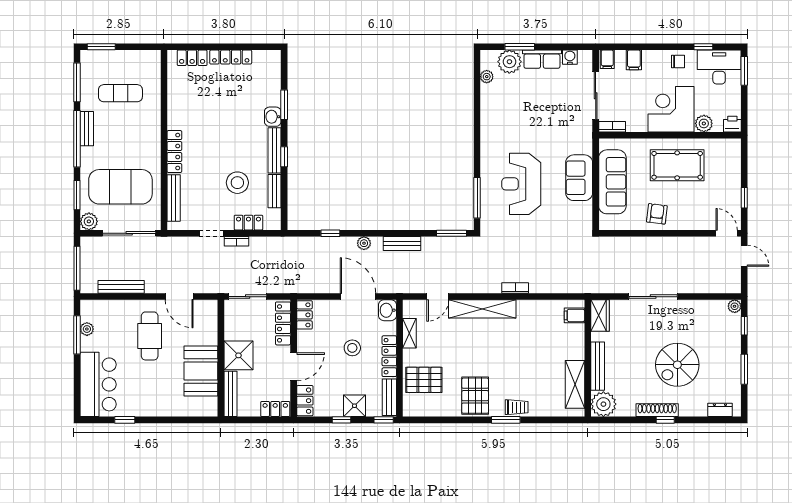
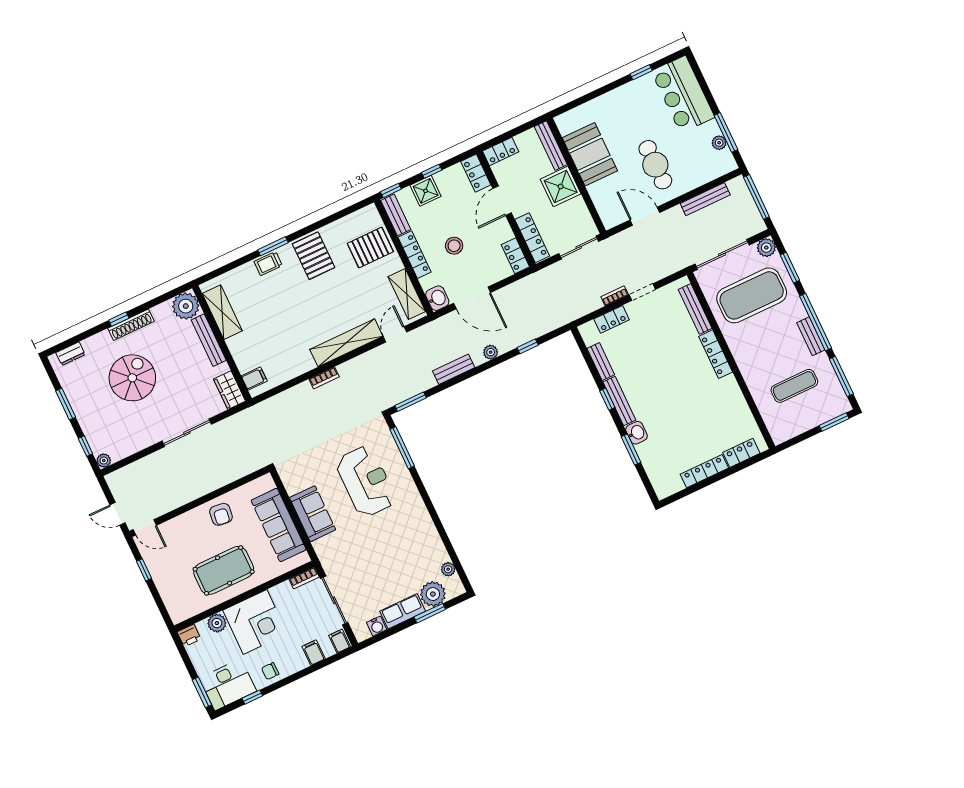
stool: (237, 183) -> (641, 353), removed
shelving: (409, 333) -> (407, 294), width x1.50, depth x1.33

